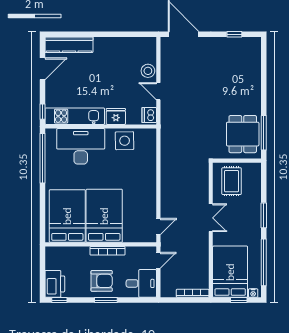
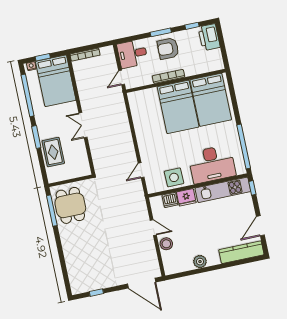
plant: (116, 44) -> (200, 262), added
dishwasher: (149, 115) -> (170, 200), moved, turned 90
rug: (232, 181) -> (53, 152), moved
door: (158, 227) -> (141, 170), moved
window: (59, 300) -> (192, 26), moved

